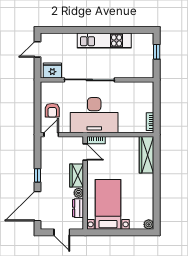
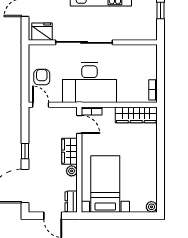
armchair: (52, 110) -> (42, 77), turned 180
door: (51, 135) -> (41, 105), hinge flipped
wardrobe: (147, 155) -> (136, 115), moved, turned -90
dresser: (78, 208) -> (71, 202), moved

